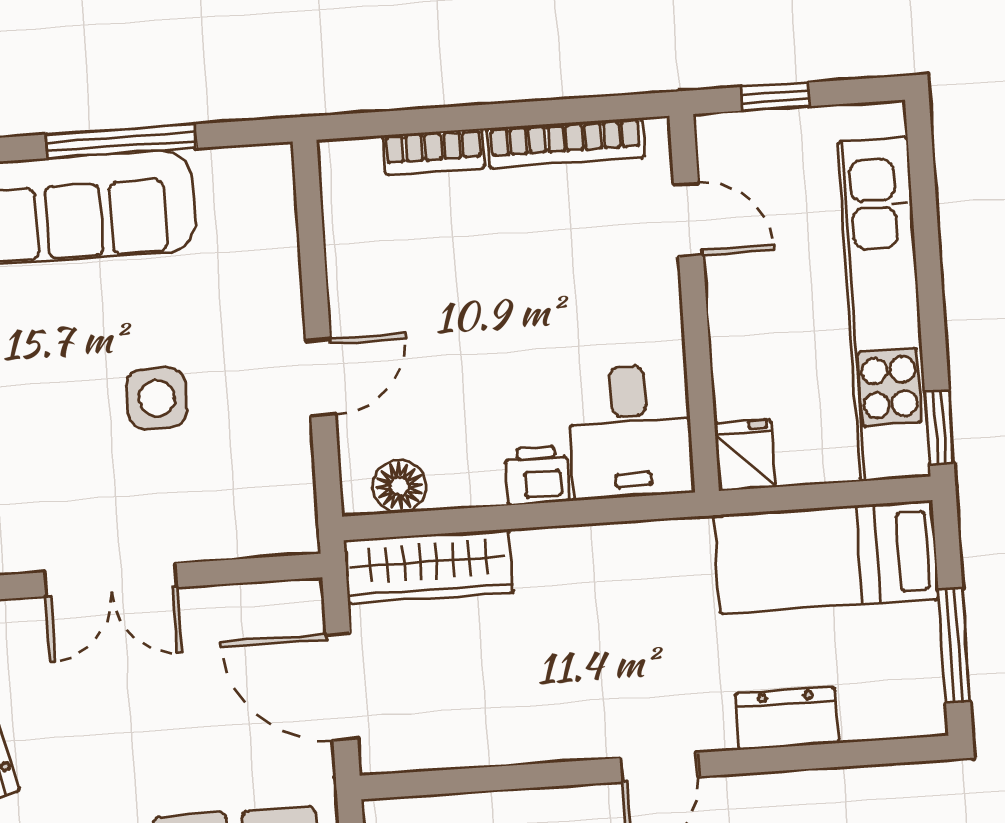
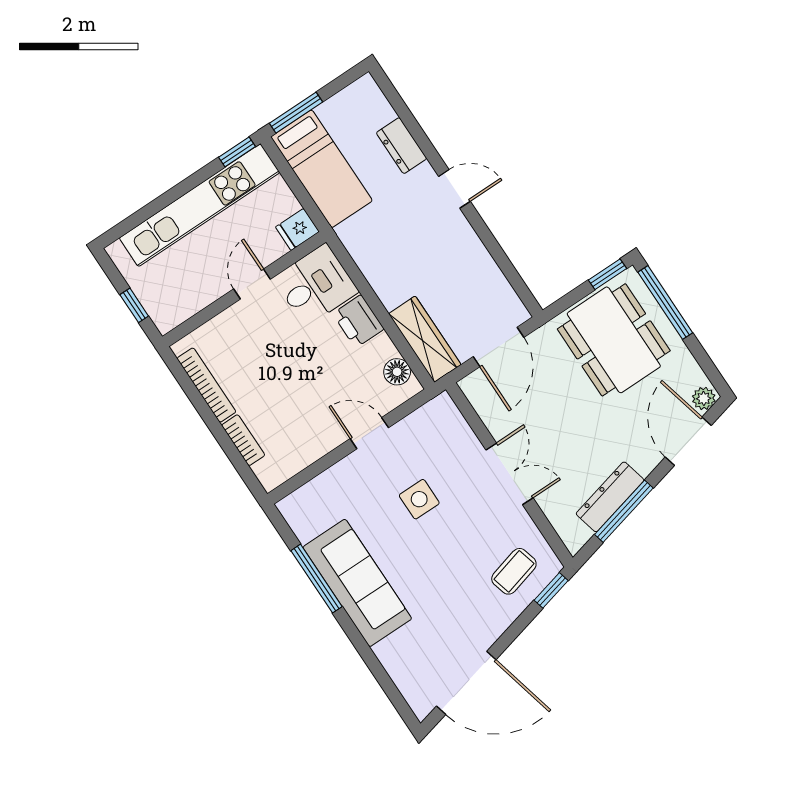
door: (688, 219) -> (252, 284), moved
printer: (537, 475) -> (358, 321), width x1.36, depth x1.24
window: (954, 646) -> (296, 113), moved

